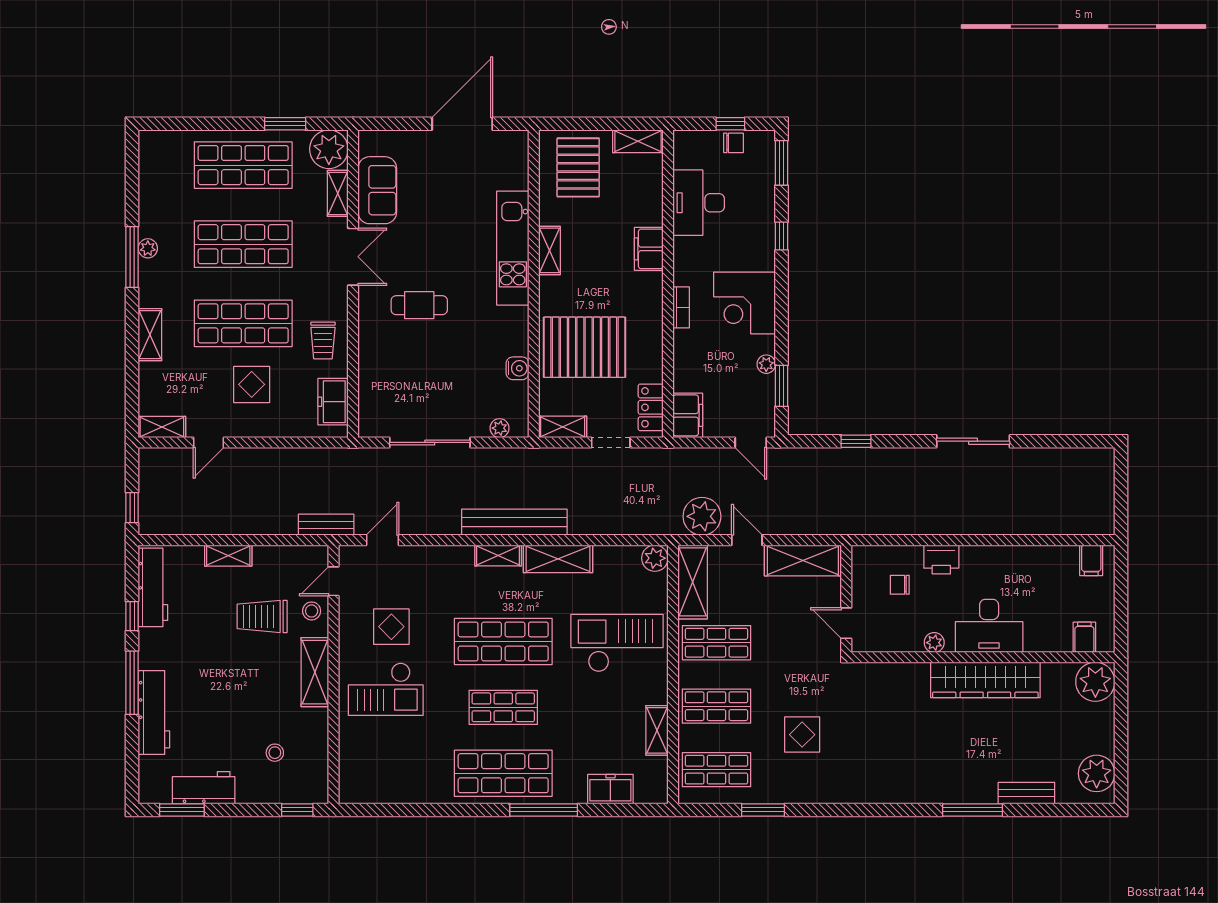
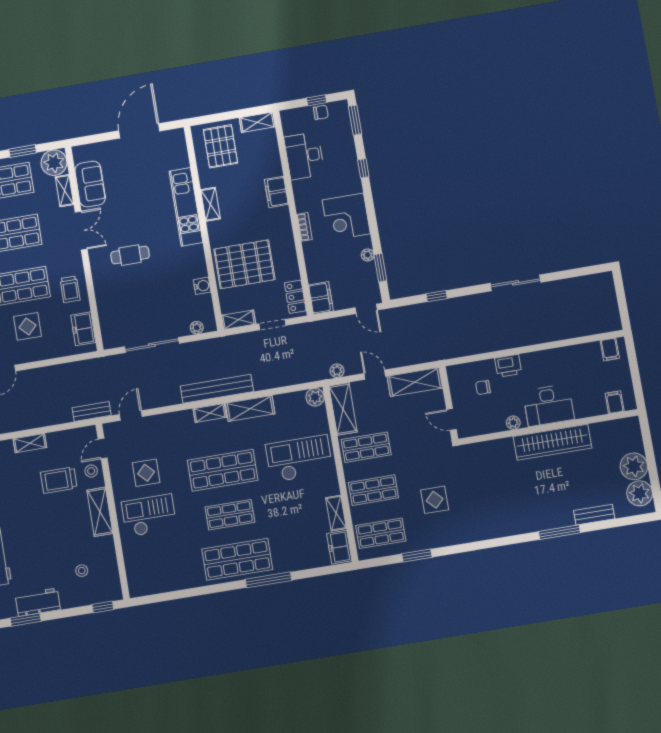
plant: (702, 516) -> (337, 371), width x0.53, depth x0.53
plant: (1095, 682) -> (634, 466), moved
checkout: (386, 689) -> (149, 515), turned 180
freezer: (610, 789) -> (339, 547), moved, turned -90

